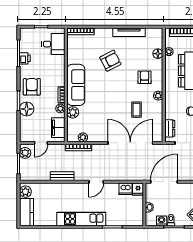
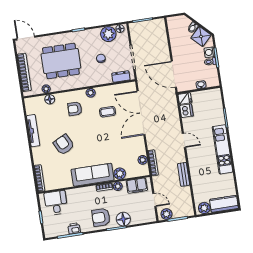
washing machine: (162, 221) -> (210, 52), moved

